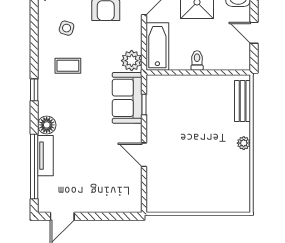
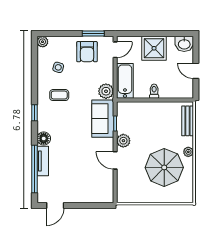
plant: (155, 128) -> (123, 141), added
parasol: (211, 164) -> (164, 167), added

